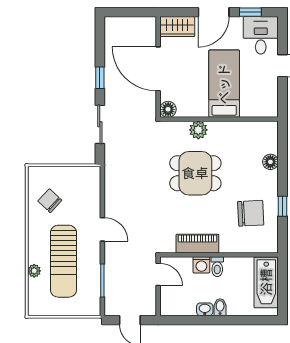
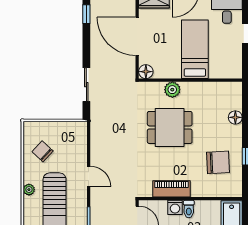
window: (100, 78) -> (86, 14), moved
plant: (34, 271) -> (29, 190), moved

